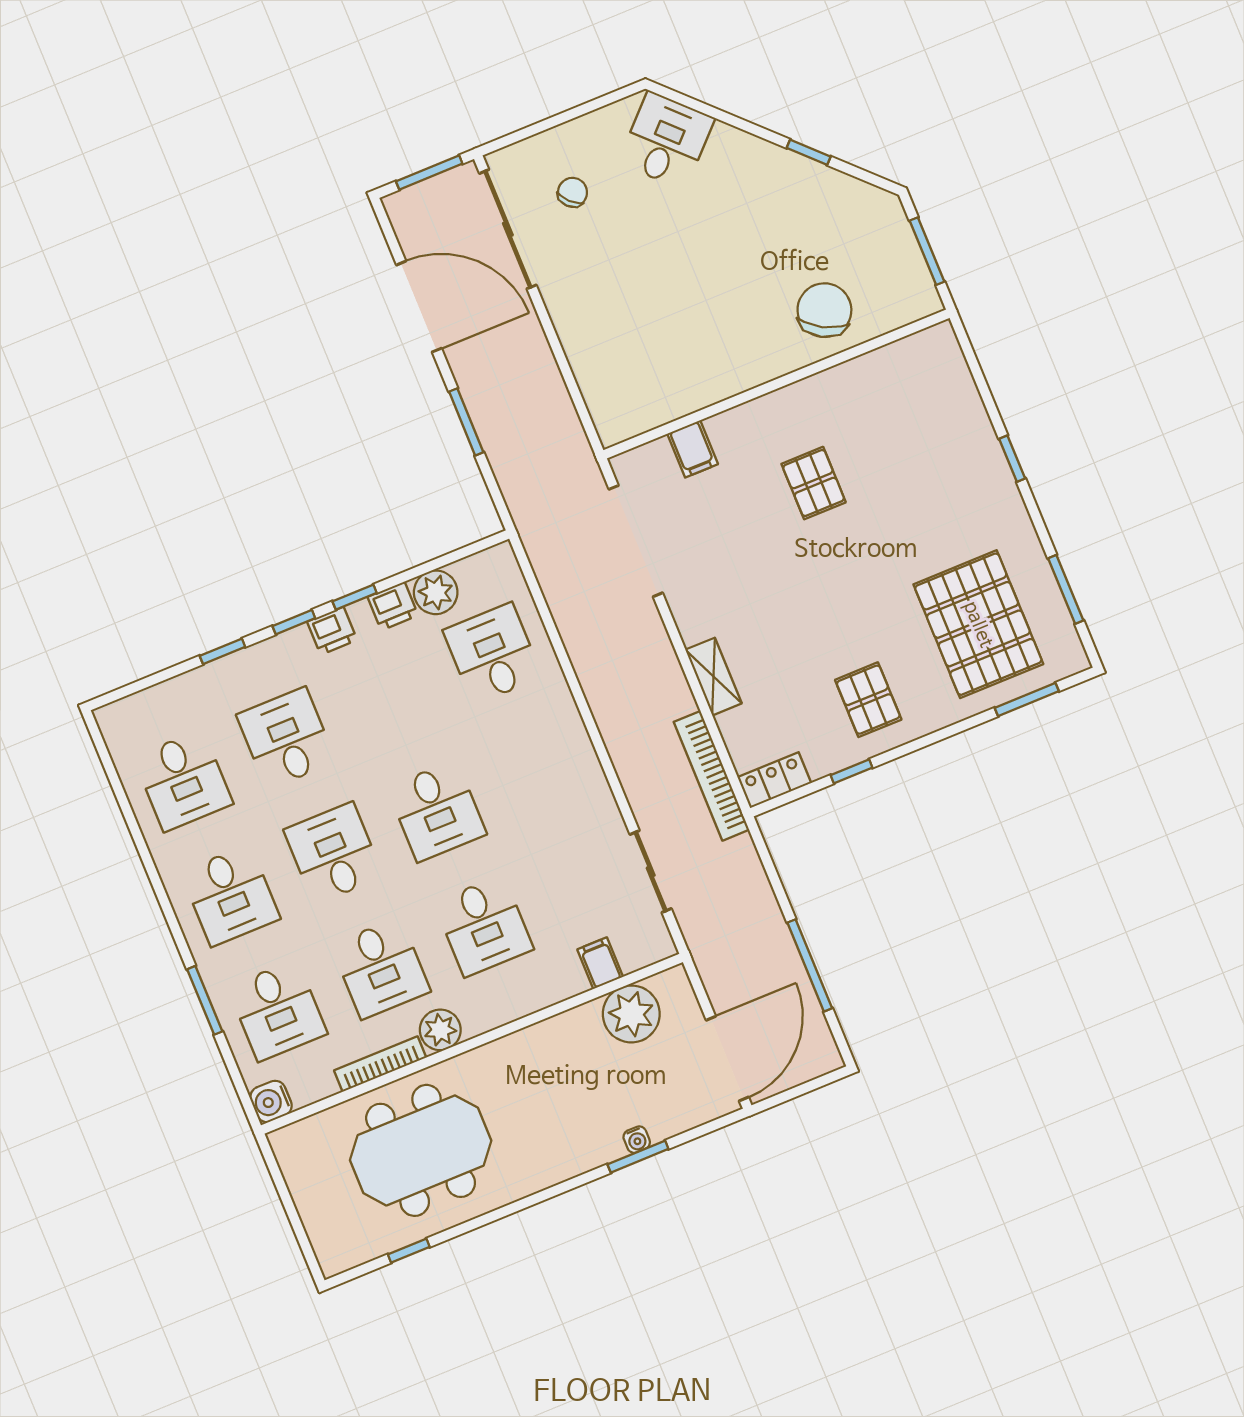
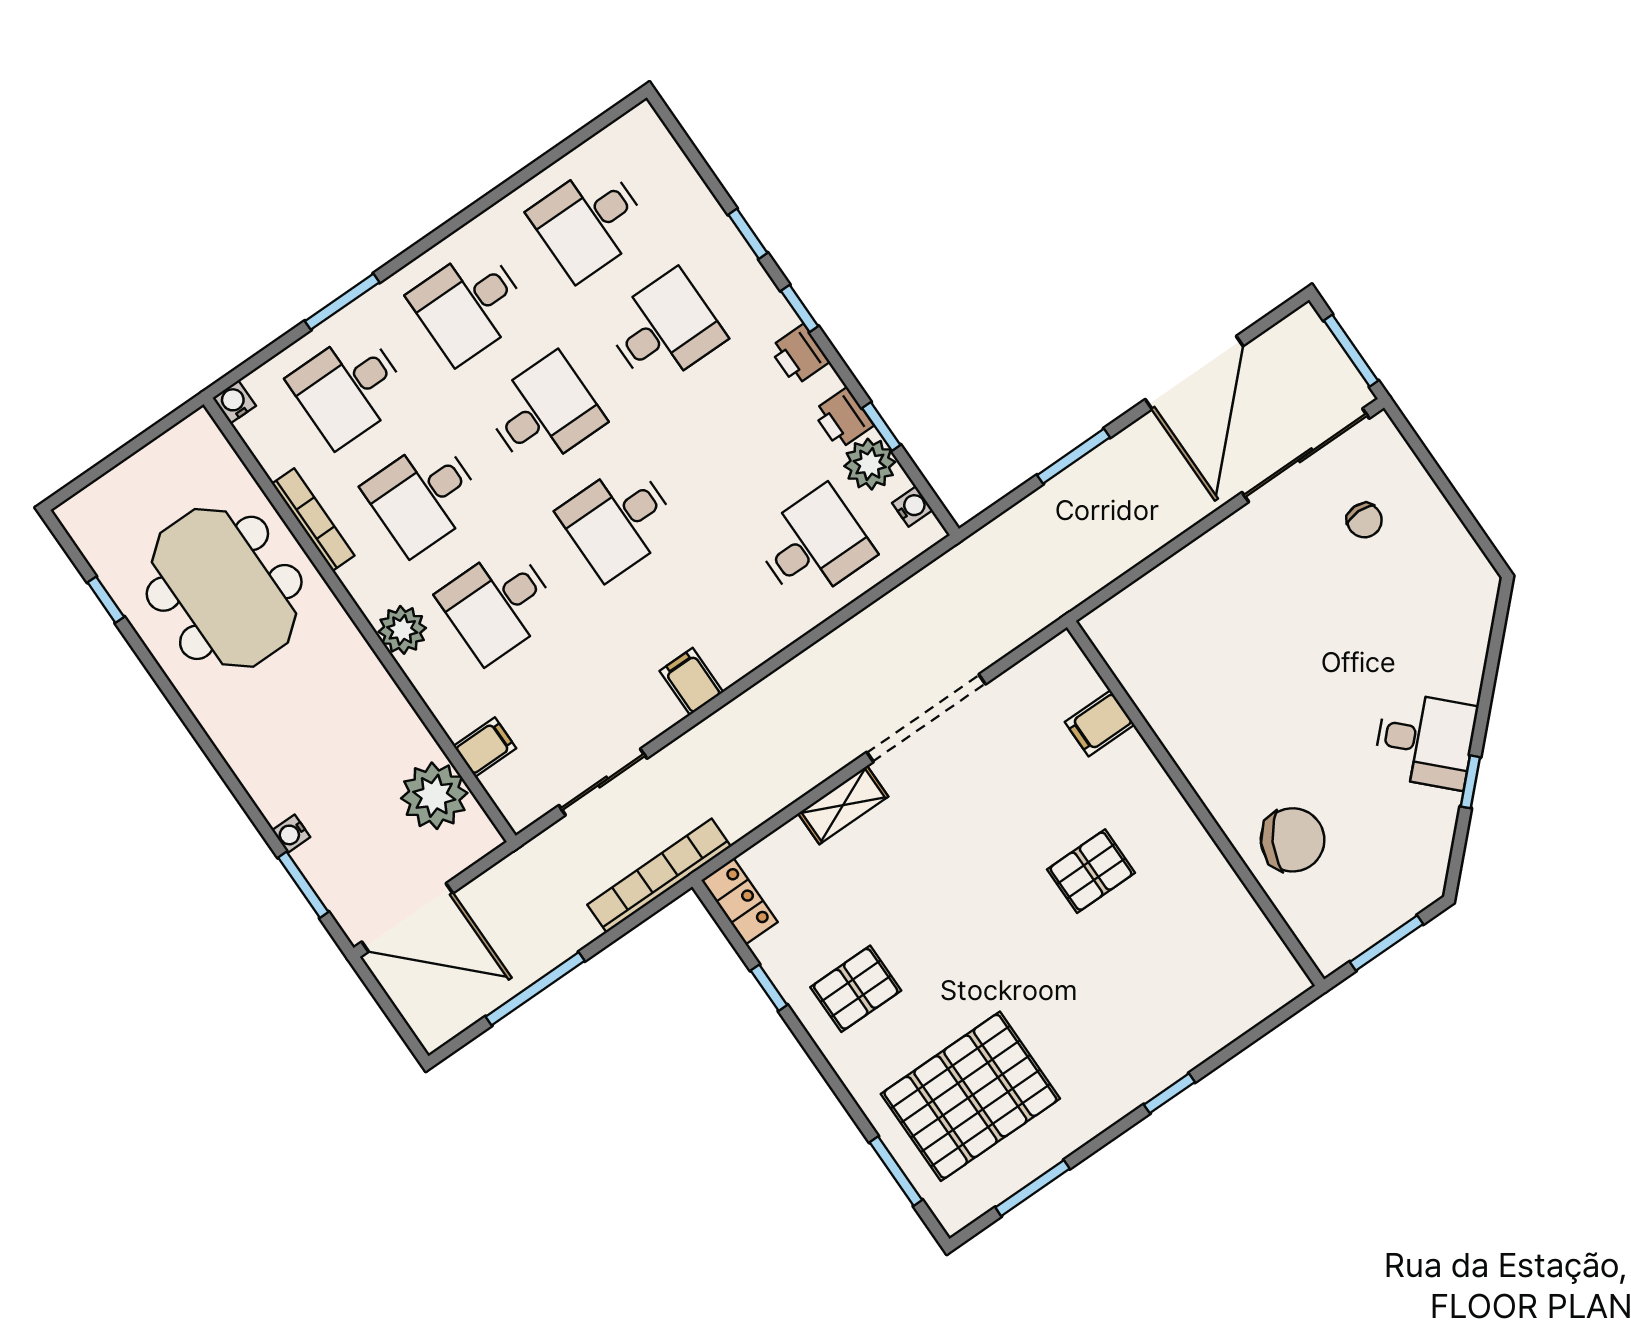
desk: (666, 140) -> (1425, 741), moved
chair: (573, 192) -> (1364, 520), turned 45
doorway: (636, 541) -> (926, 718), moved
water cooler: (479, 565) -> (912, 506), added
window: (355, 597) -> (881, 427), moved
bookcase: (711, 776) -> (659, 876), moved
filing cabinet: (583, 780) -> (691, 681), added
plant: (440, 1030) -> (402, 630), moved
water cooler: (271, 1101) -> (234, 402), width x0.72, depth x0.72
window: (638, 1157) -> (303, 885), moved

